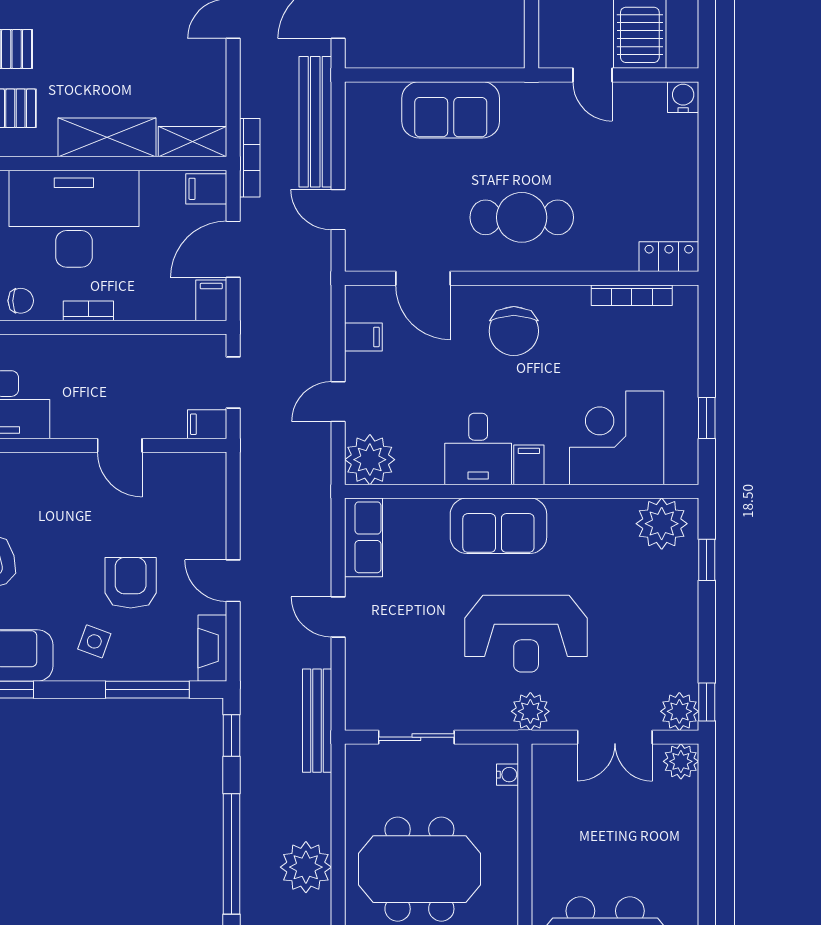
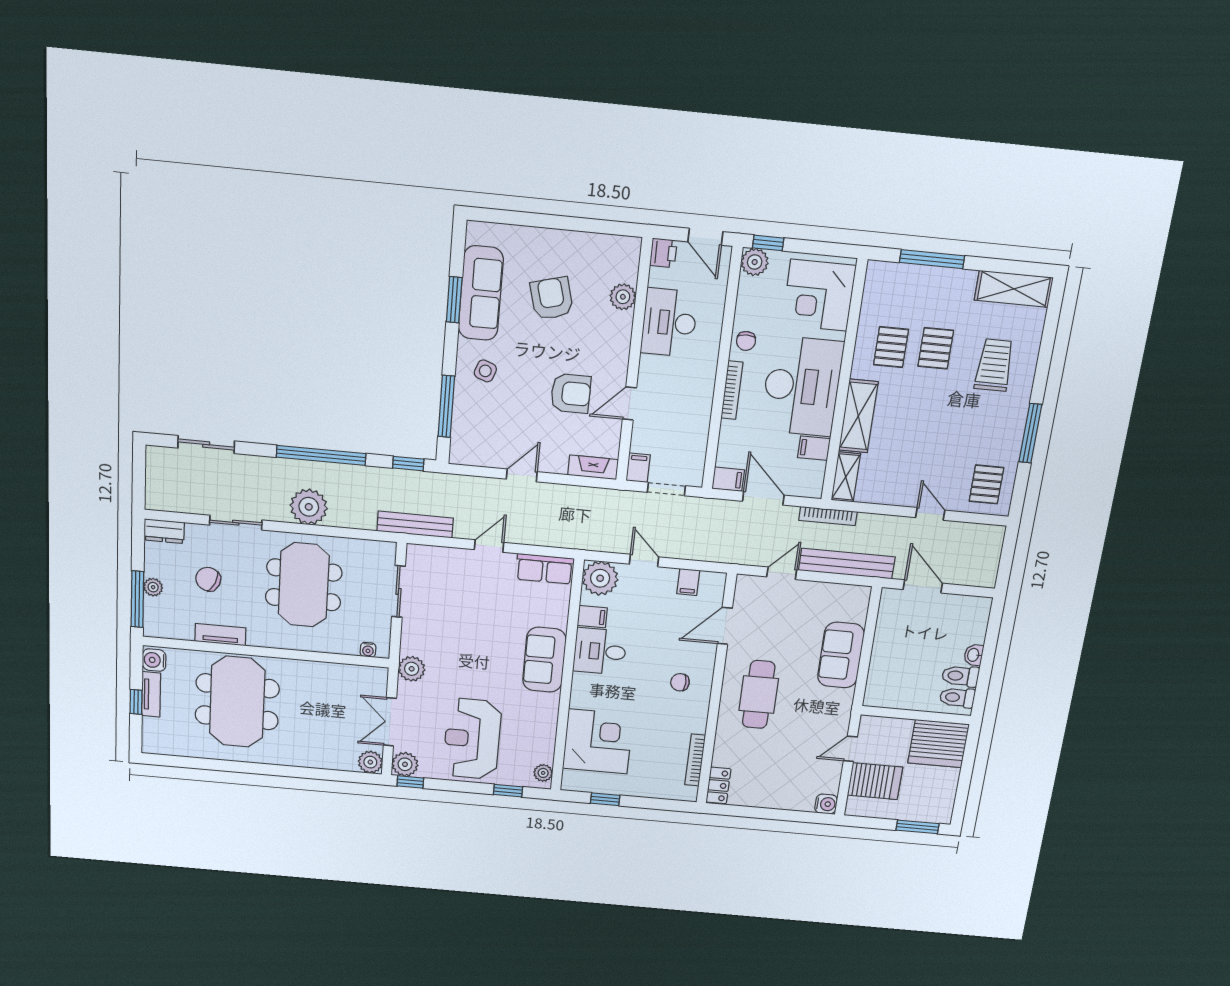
filing cabinet: (206, 189) -> (814, 448), moved, turned -90
bookcase: (88, 311) -> (732, 390), width x1.56
chair: (514, 331) -> (680, 682), width x0.54, depth x0.54
filing cabinet: (529, 465) -> (592, 617), moved
plant: (662, 524) -> (543, 773), width x0.53, depth x0.53
armchair: (131, 583) -> (571, 393), moved
reception desk: (526, 634) -> (472, 739), moved
fireplace: (212, 648) -> (593, 467), moved

